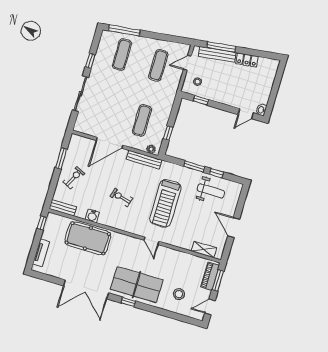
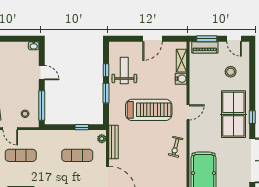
window: (201, 100) -> (42, 105), width x2.17
door: (246, 114) -> (42, 73), moved
exercise bike: (121, 197) -> (176, 147), moved
water cooler: (92, 216) -> (181, 79), moved

